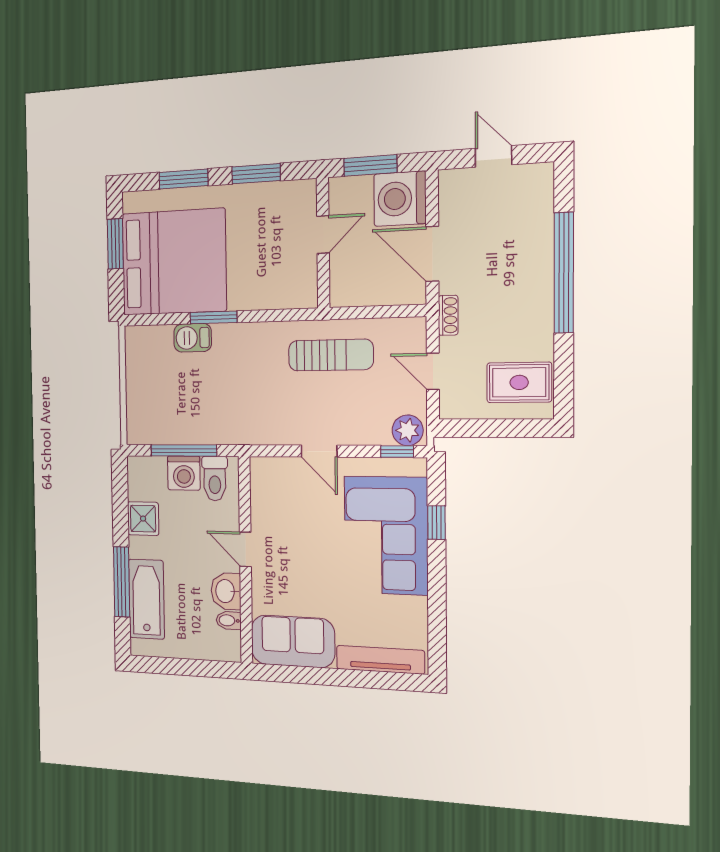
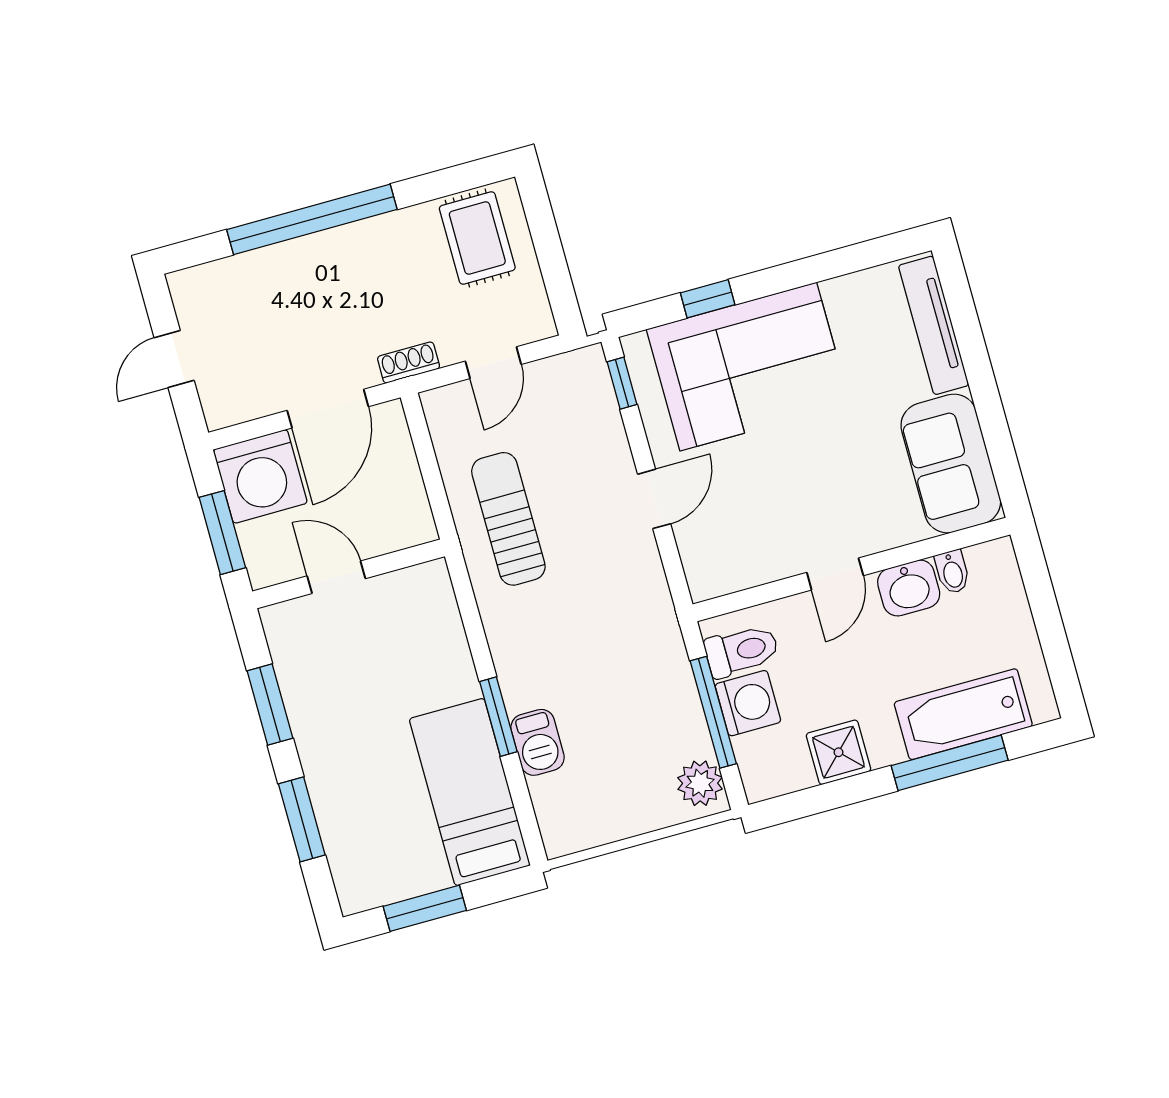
bed: (174, 262) -> (470, 792), width x0.49
plant: (408, 430) -> (700, 783), moved

